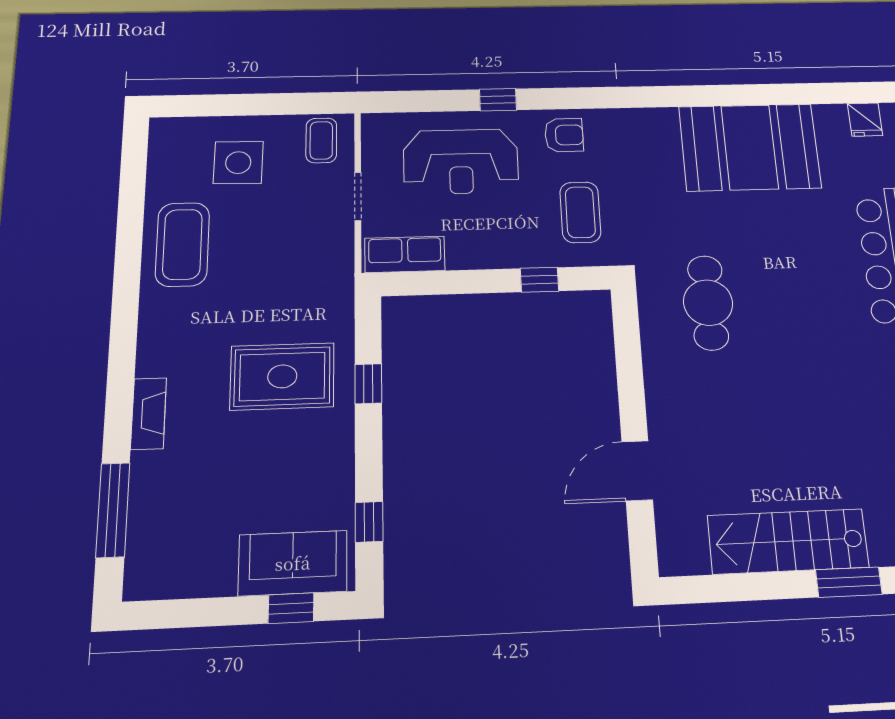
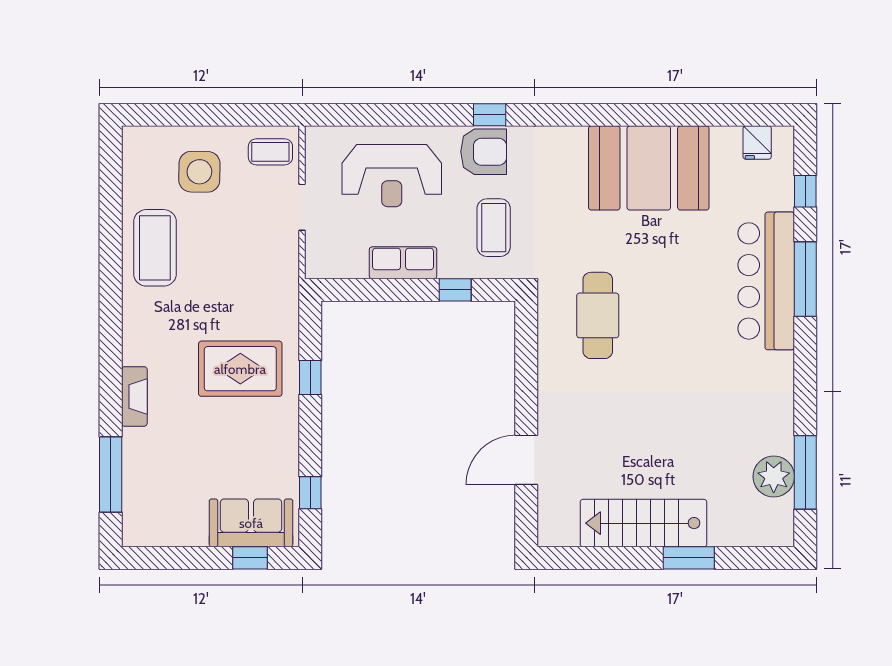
window: (498, 100) -> (490, 115), moved
armchair: (564, 135) -> (484, 152), width x1.38, depth x1.38
coffee table: (321, 140) -> (270, 152), turned 90
row of seats: (405, 254) -> (403, 263), moved

